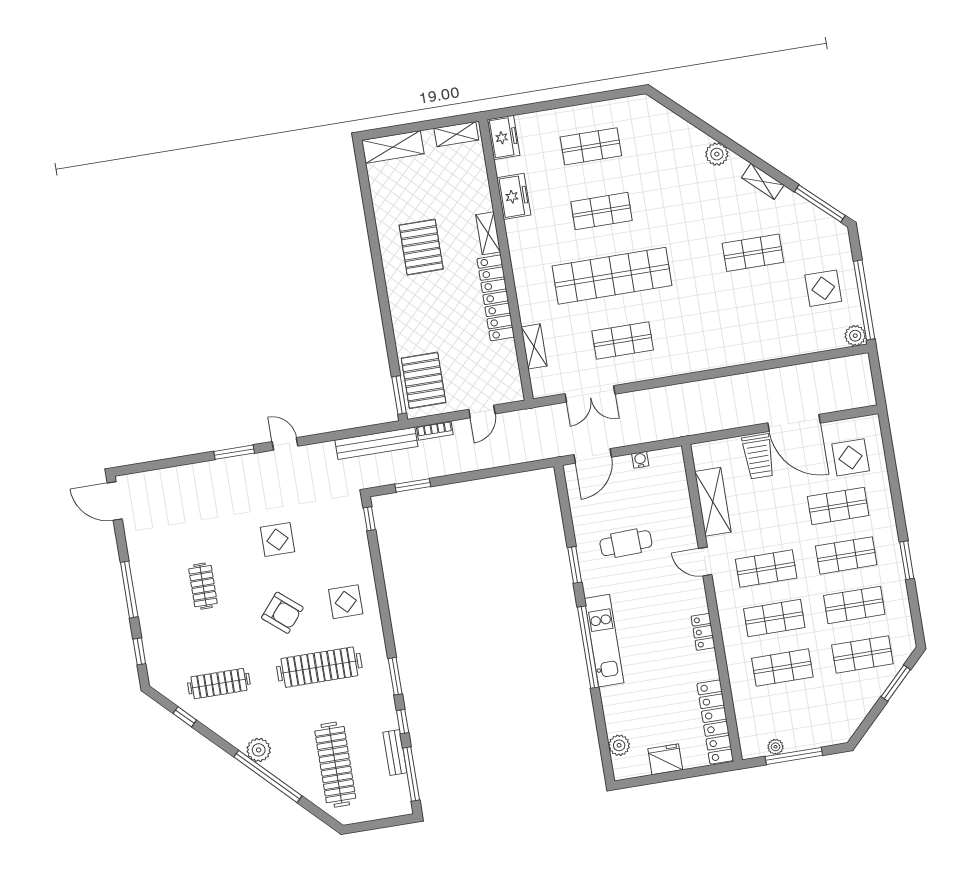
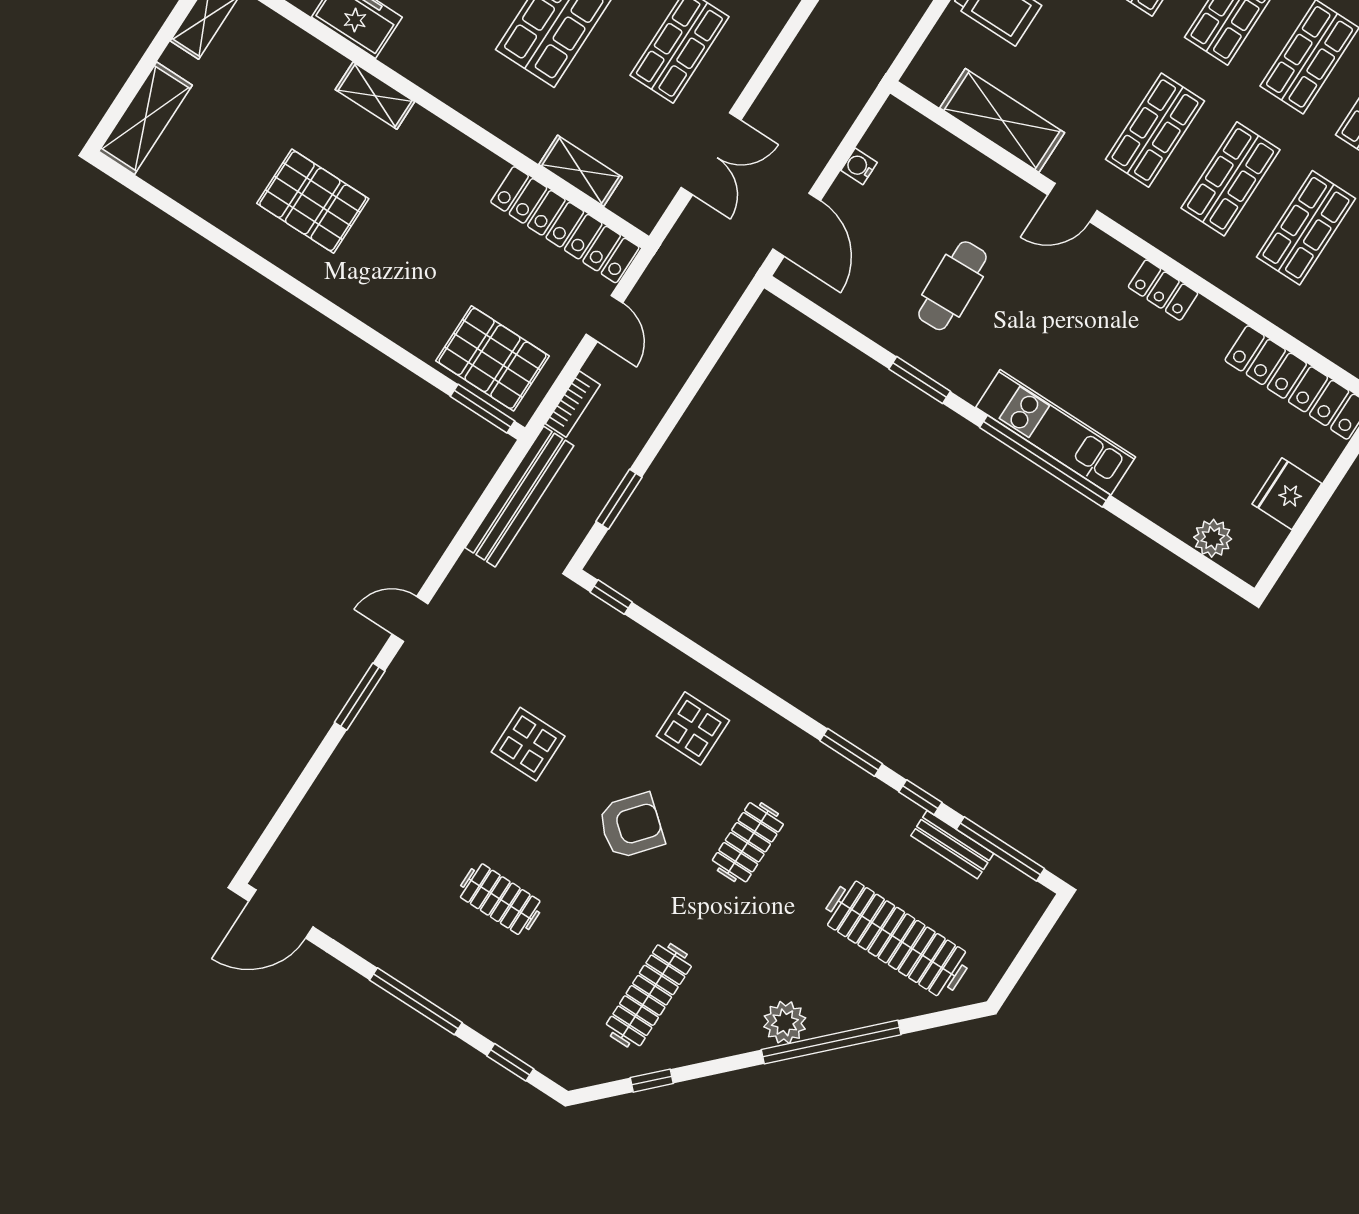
locker: (496, 298) -> (565, 225), moved
clothes rail: (319, 667) -> (748, 842), width x0.54, depth x0.76

